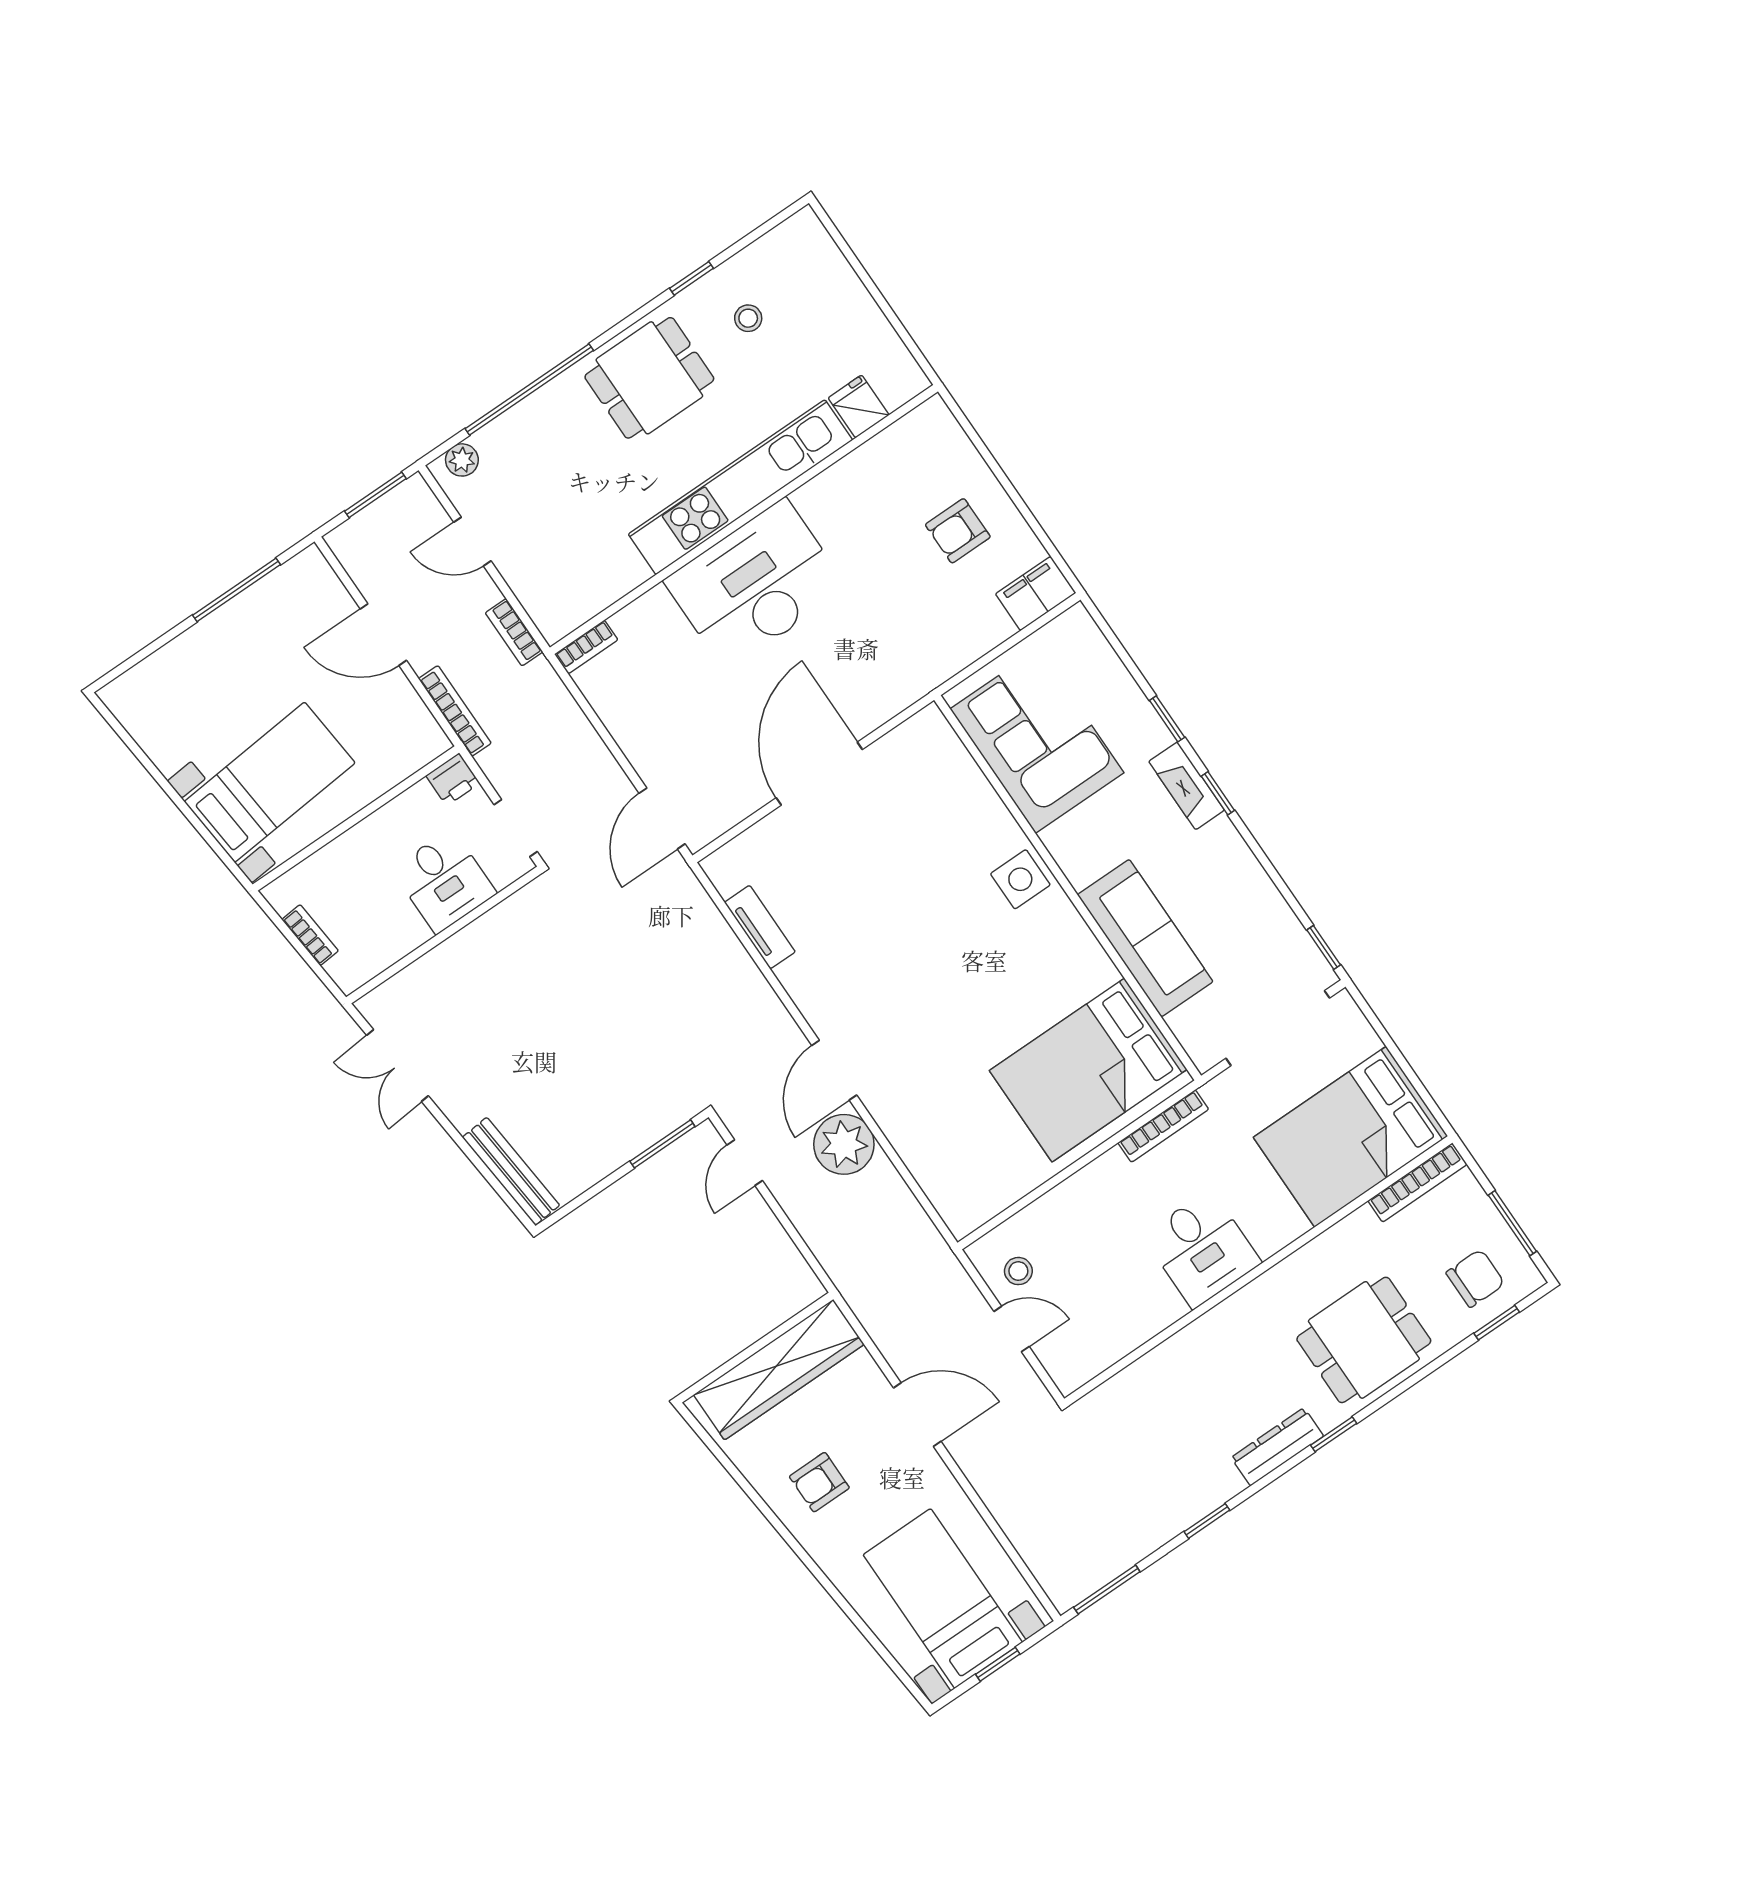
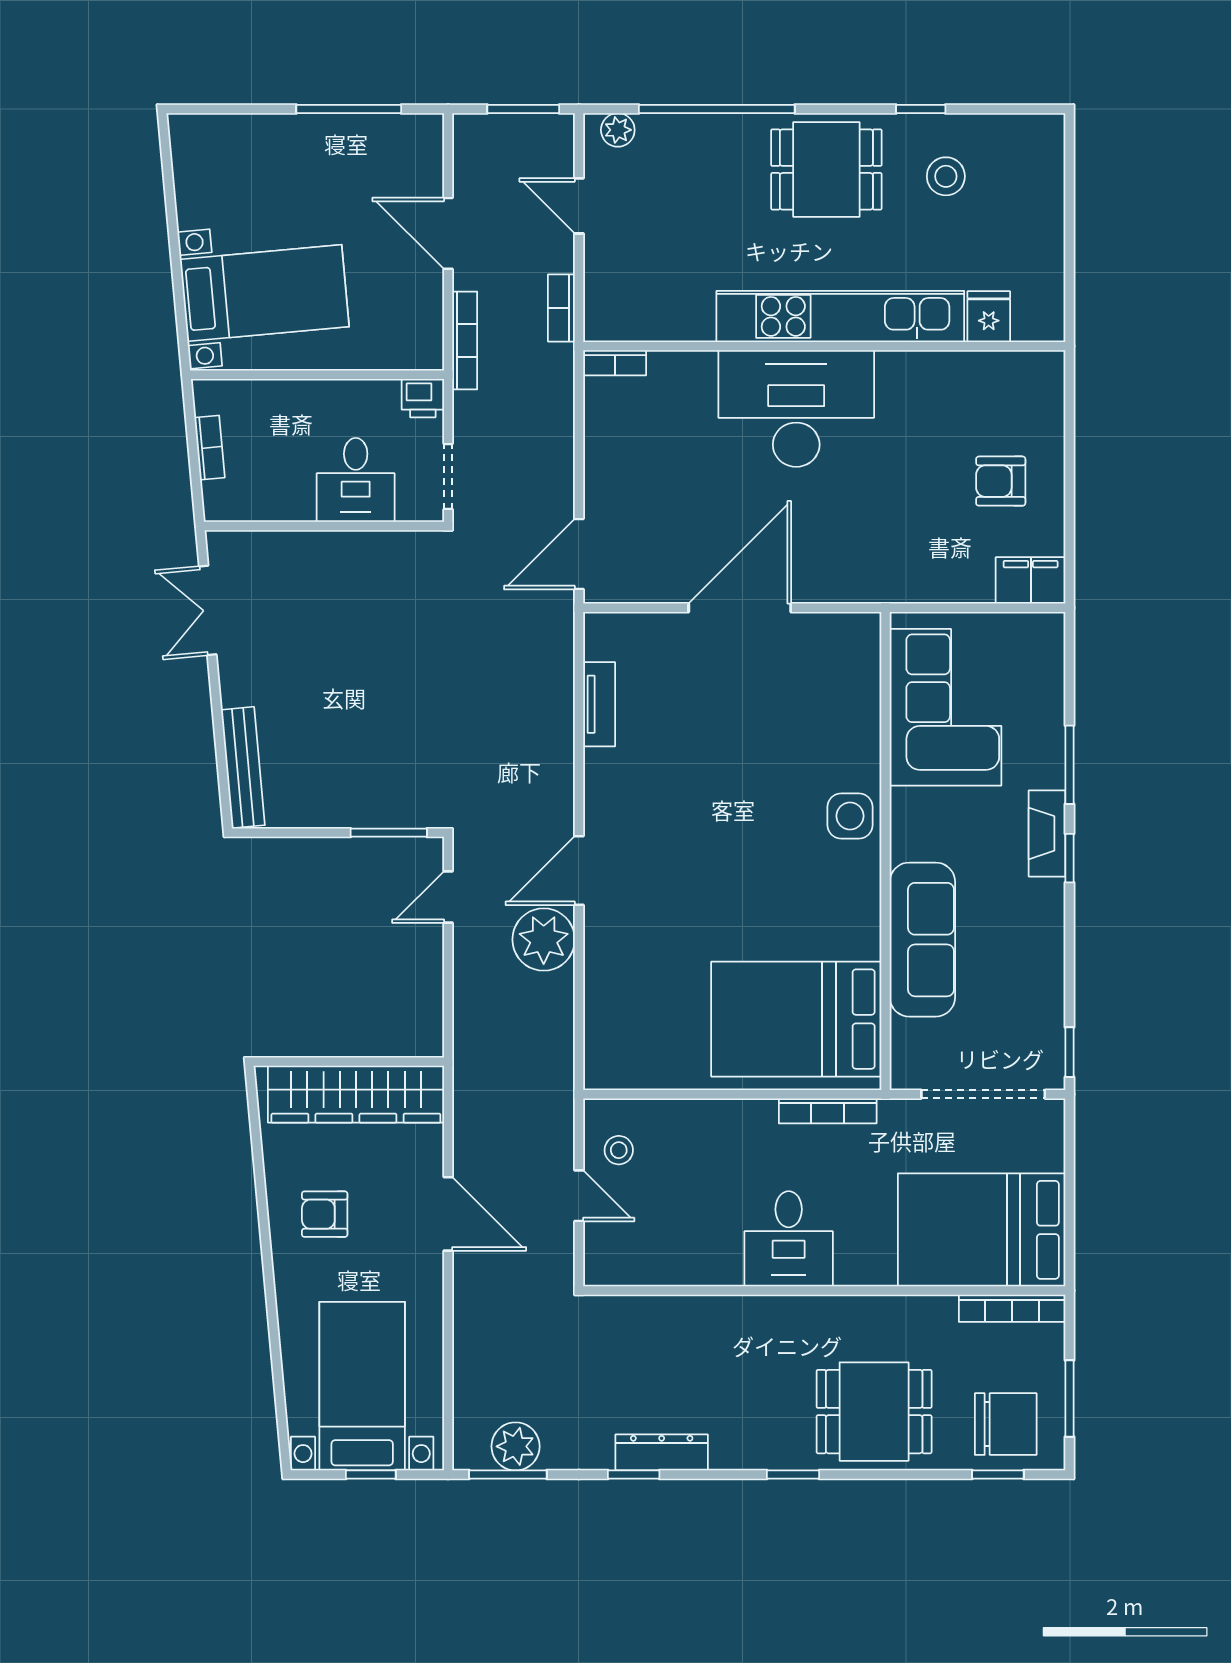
stool: (748, 318) -> (946, 176), width x1.37, depth x1.37
window: (1167, 719) -> (1070, 765), width x1.50
chair: (1475, 1278) -> (1006, 1424), width x1.37, depth x1.37
dresser: (1277, 1447) -> (662, 1452), moved
plant: (1098, 1563) -> (516, 1446), added

